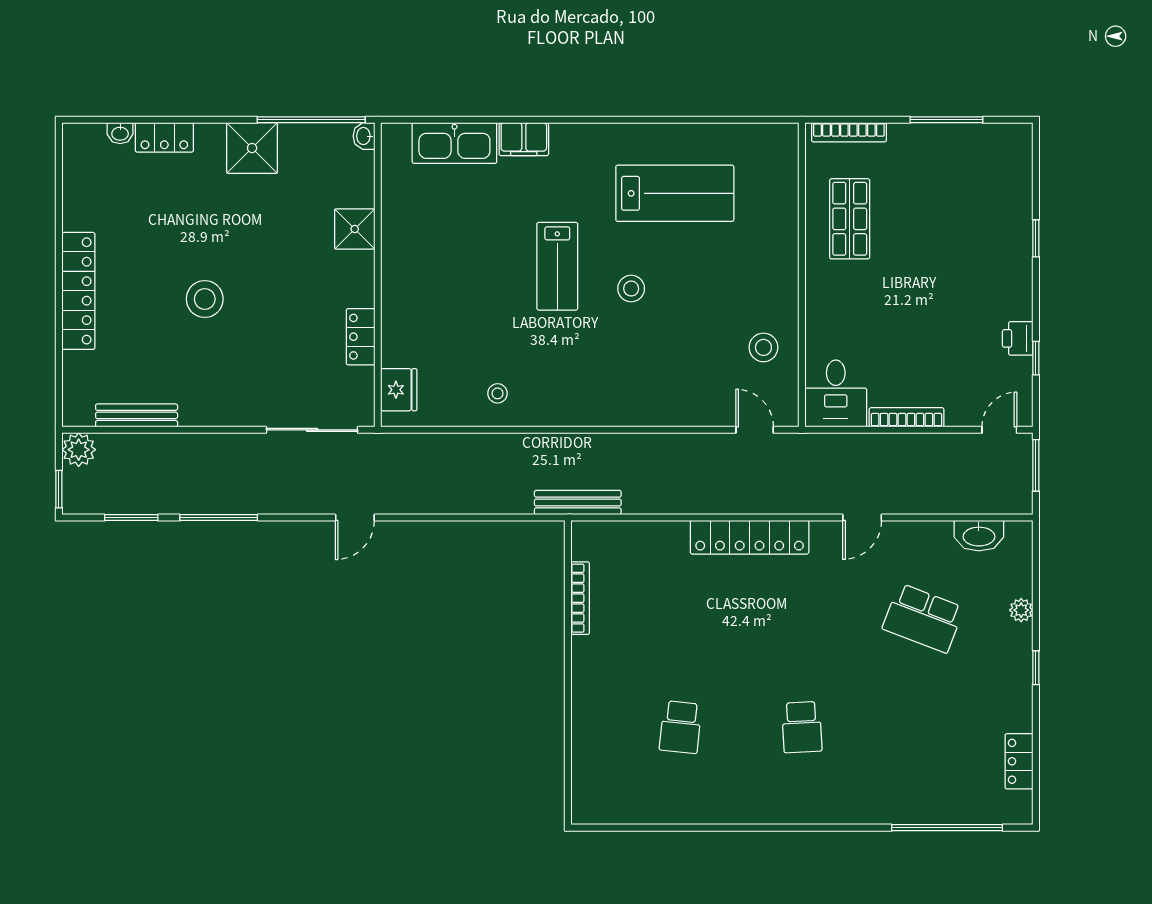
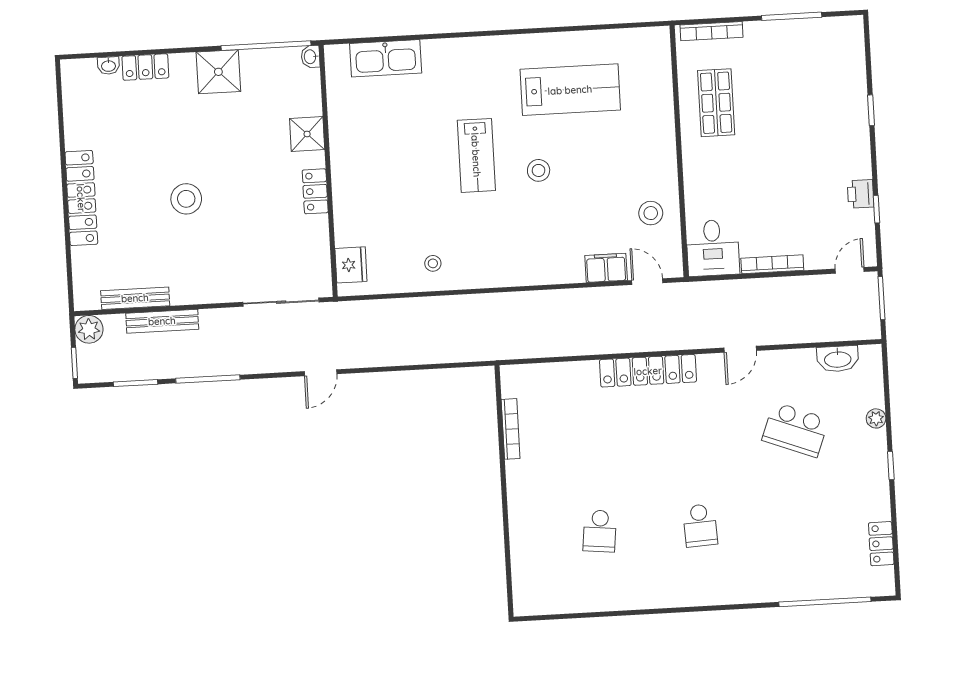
filing cabinet: (524, 139) -> (606, 268), moved, turned 180
locker: (361, 337) -> (315, 191), moved
bench: (578, 503) -> (162, 321), moved

